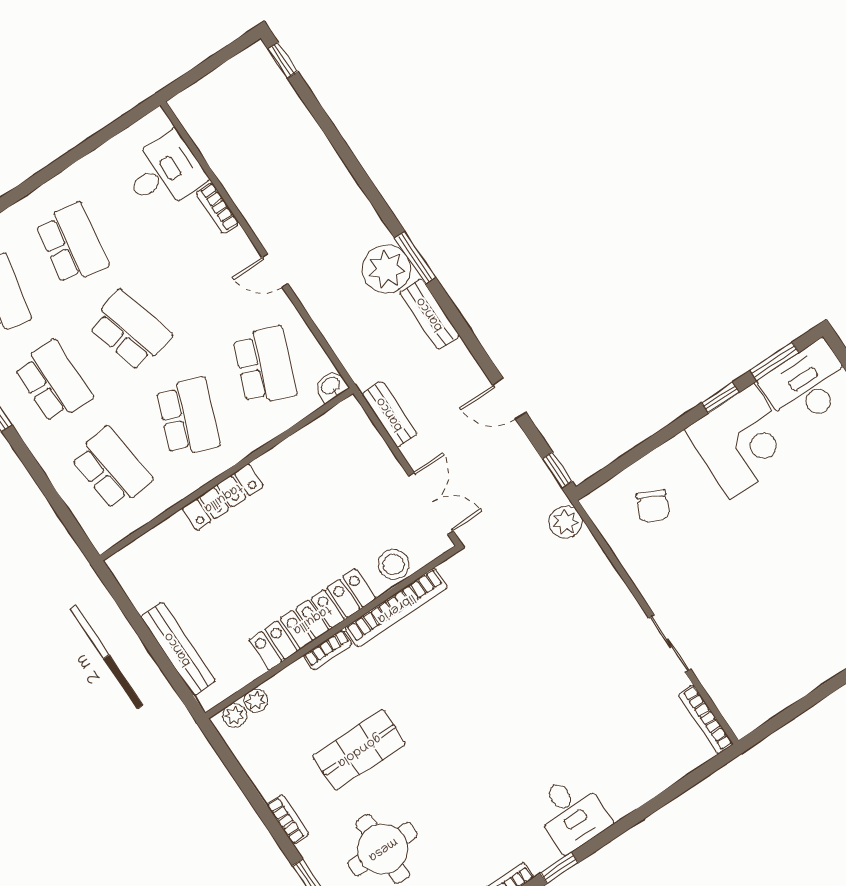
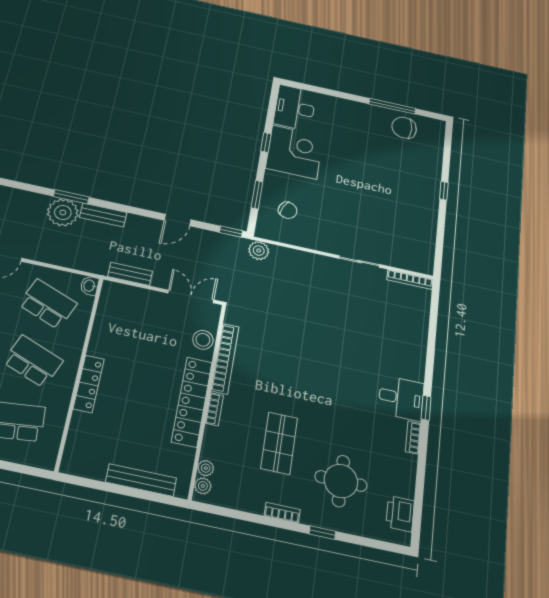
window: (774, 361) -> (257, 195), moved
desk: (571, 813) -> (401, 398), moved

